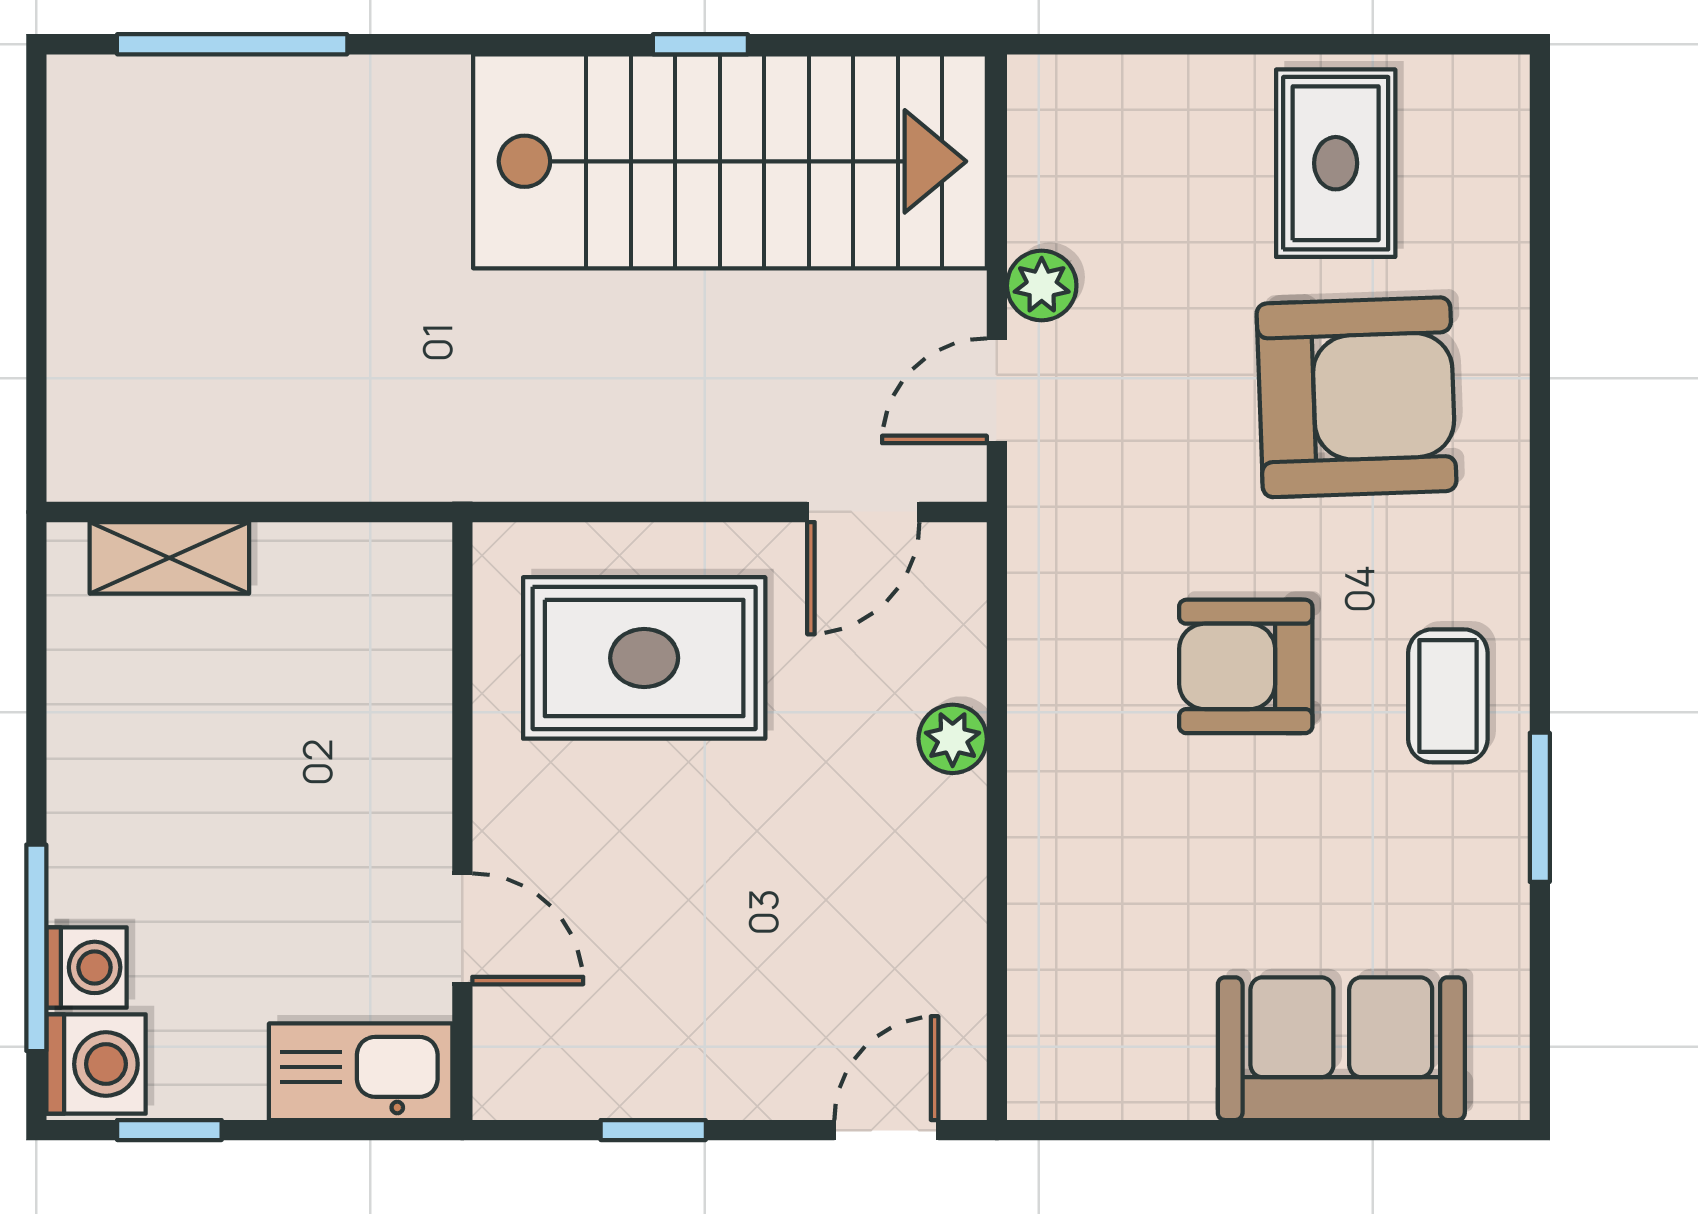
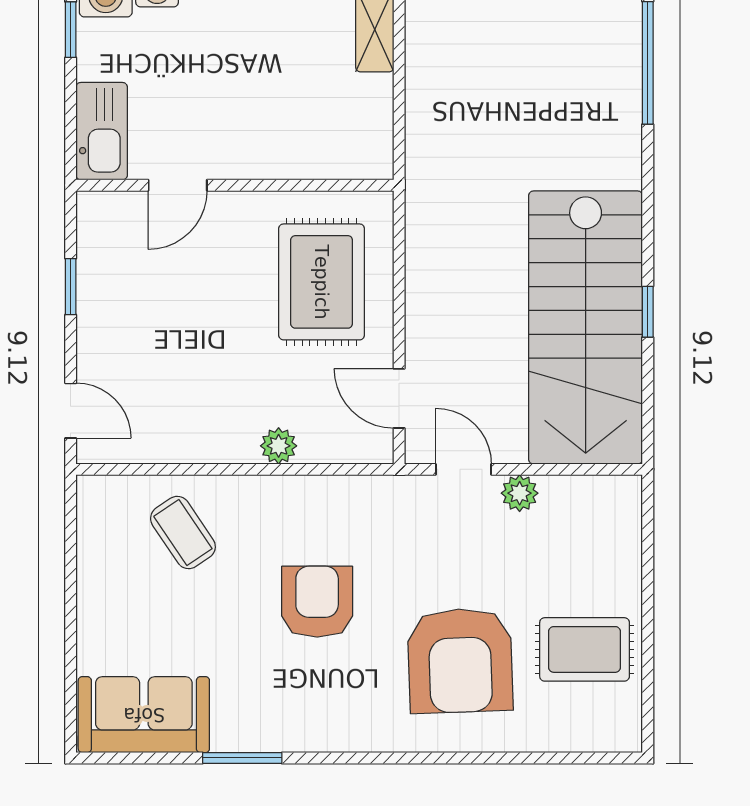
coffee table: (1448, 696) -> (183, 533), moved, turned 56
sofa: (1341, 1049) -> (144, 715), moved, turned -90

